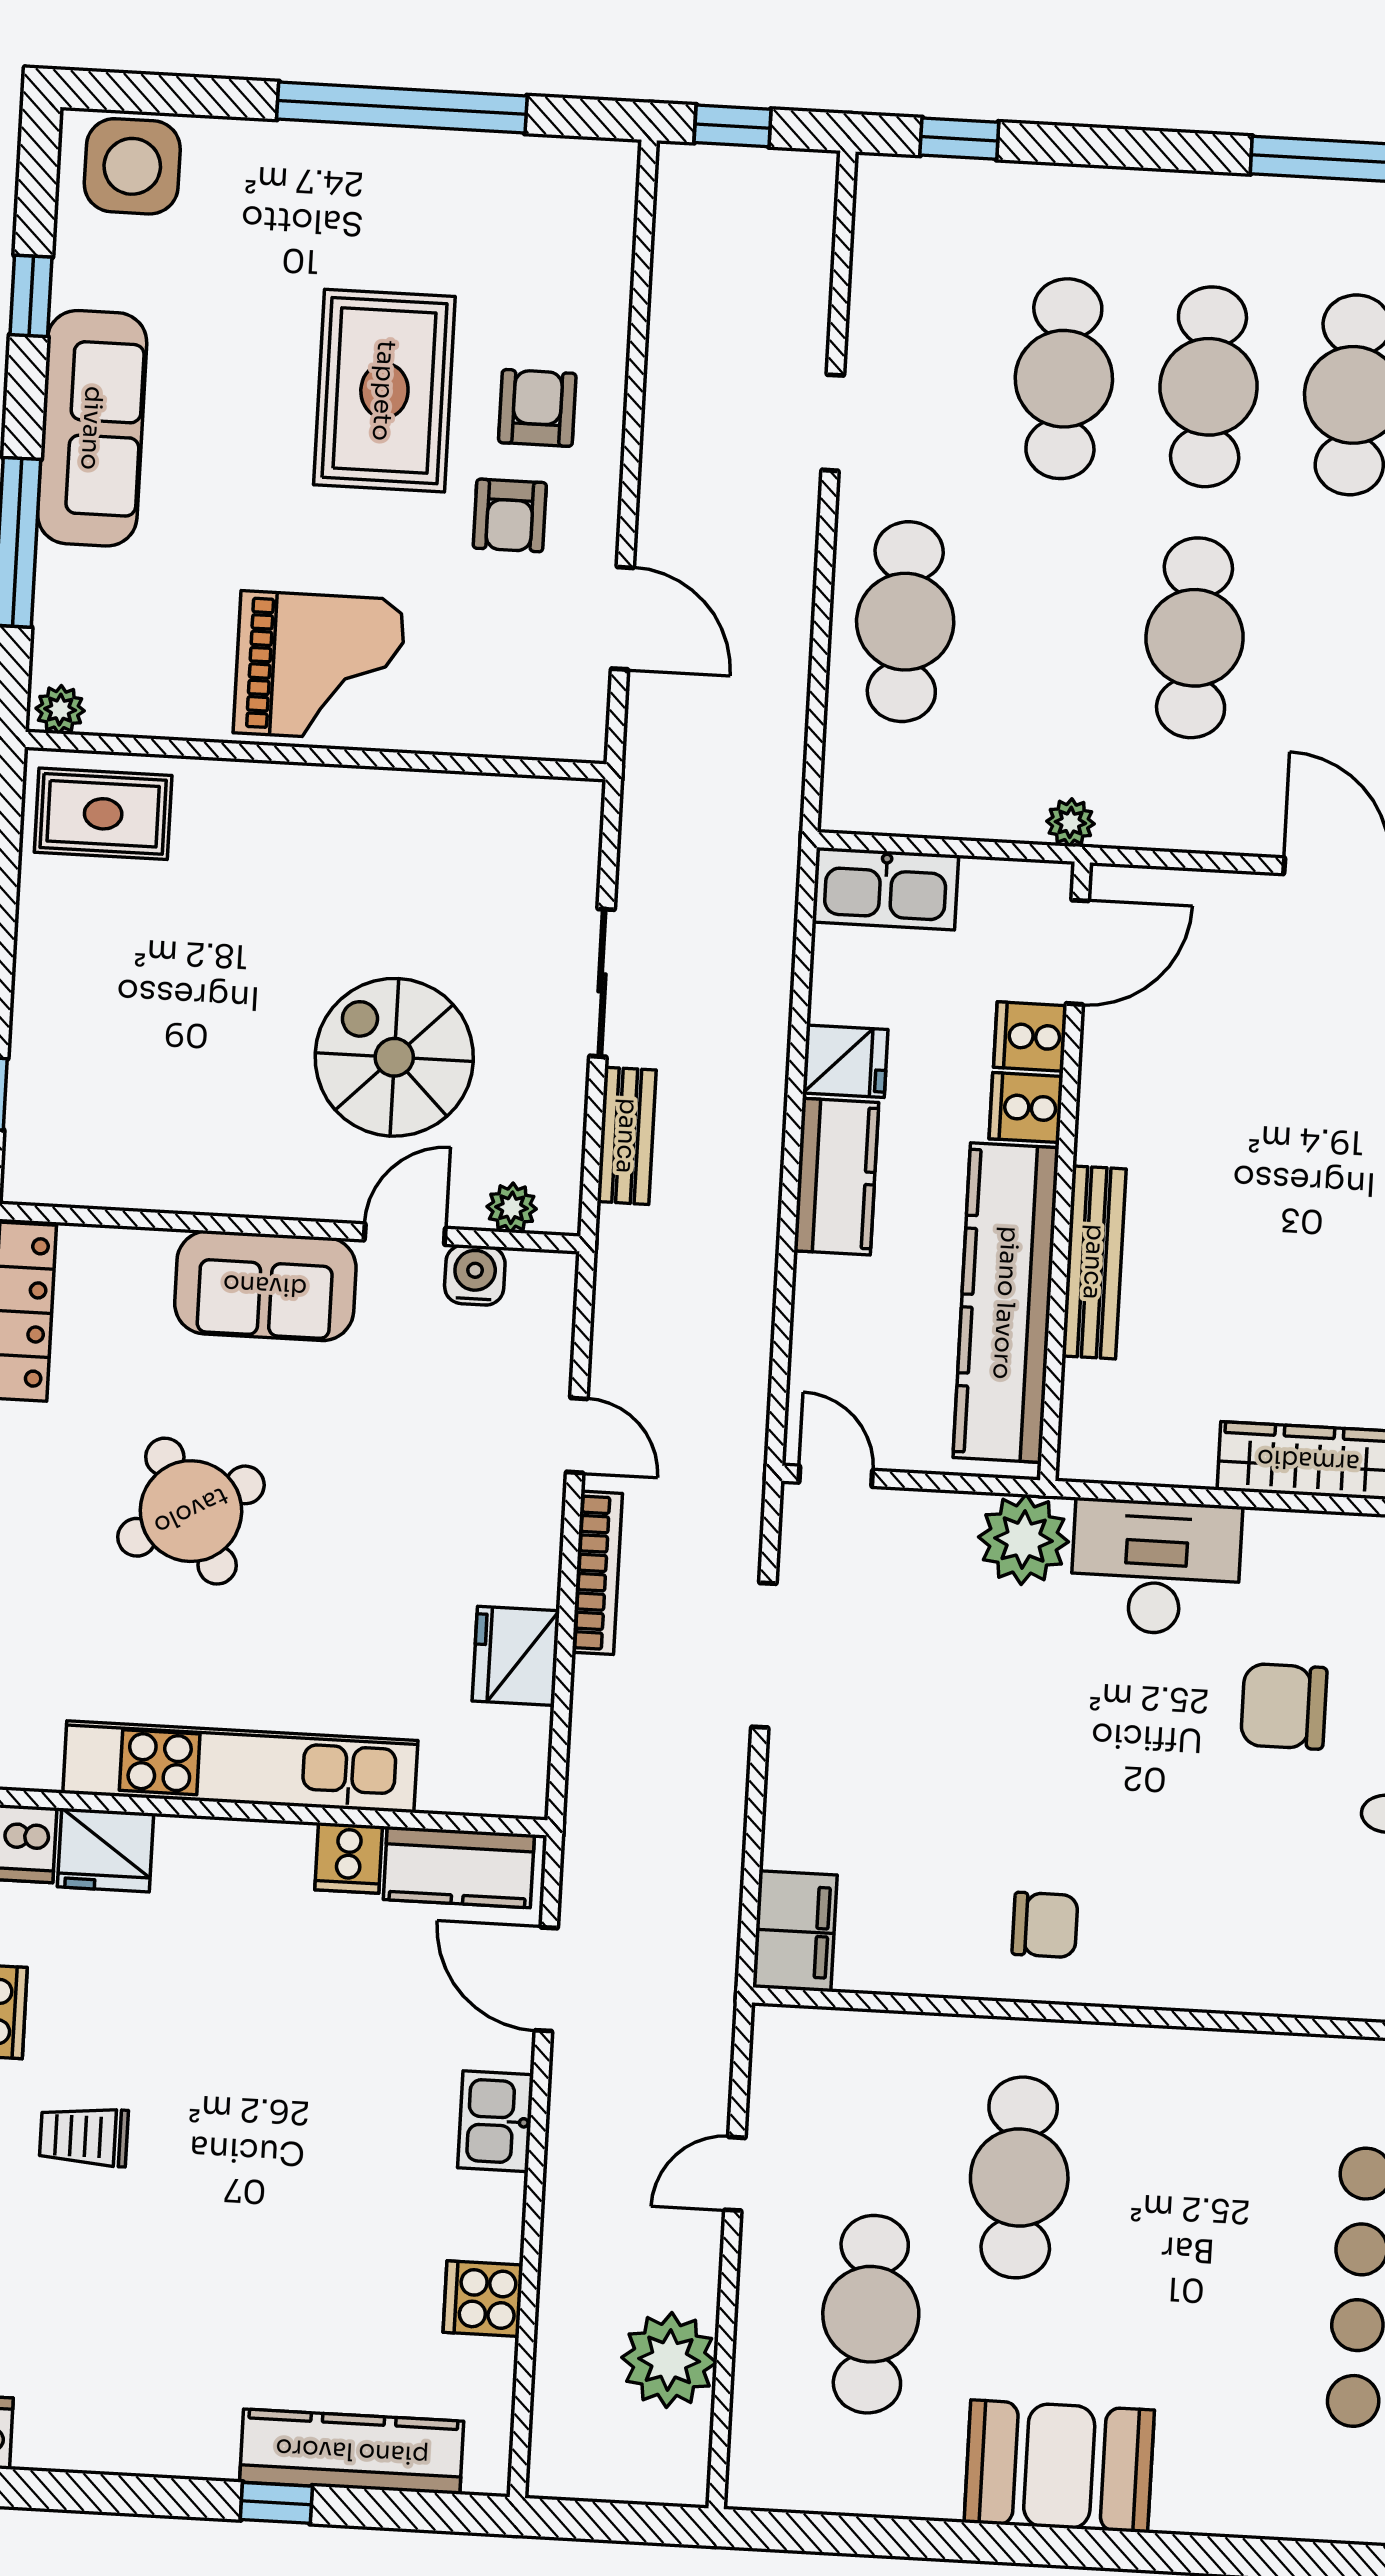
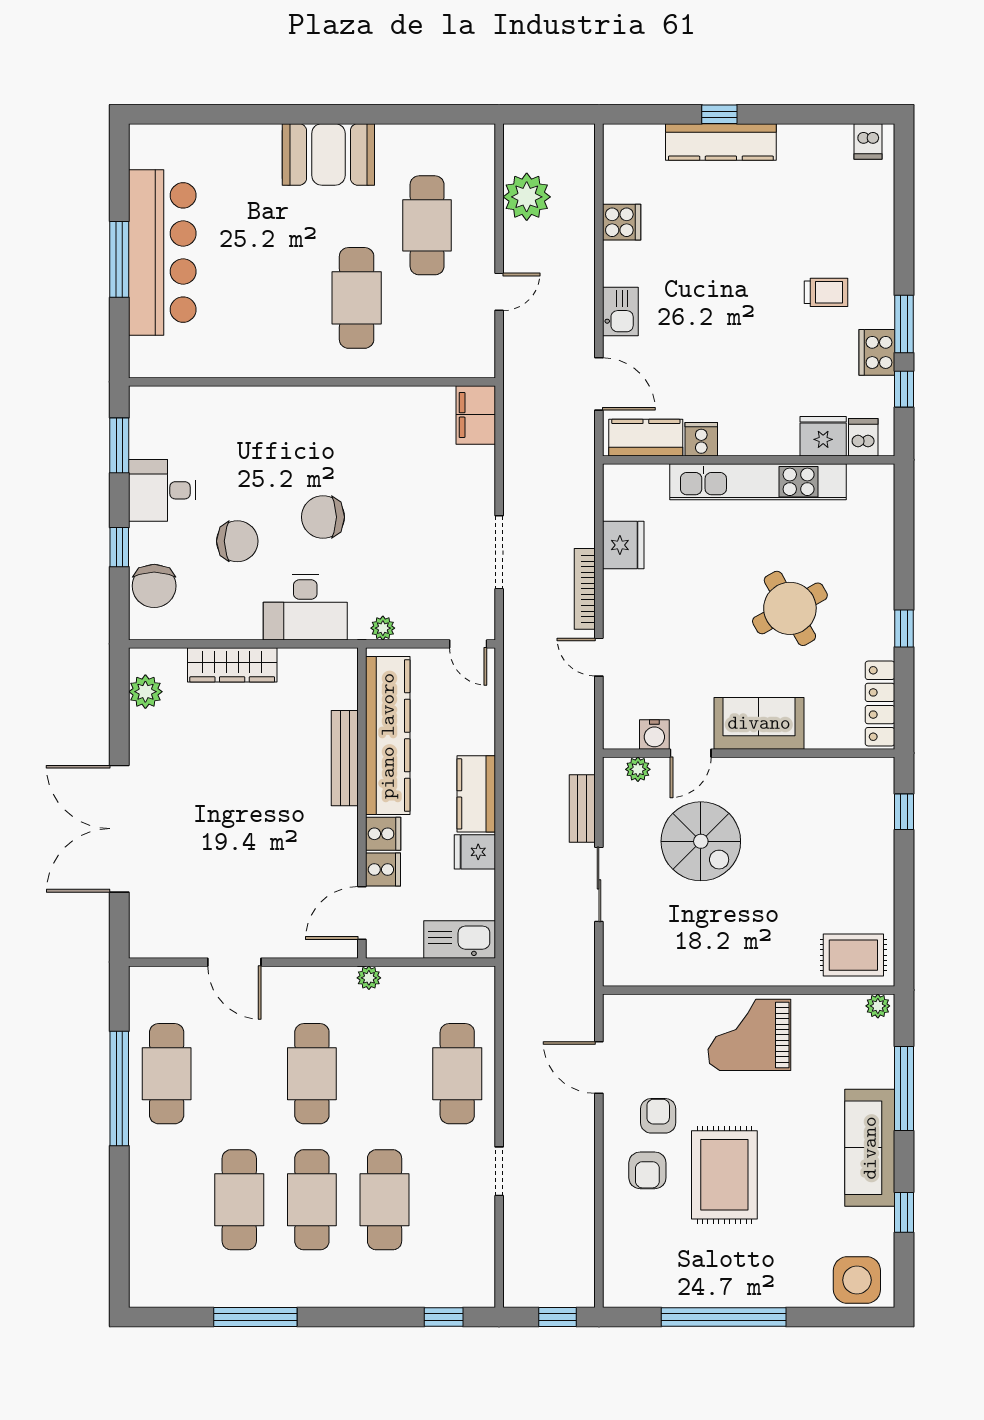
plant: (1024, 1539) -> (383, 628), width x0.53, depth x0.53
chair: (1045, 1925) -> (323, 517), moved, width x1.37, depth x1.37
kitchen counter: (352, 2452) -> (721, 142), moved

